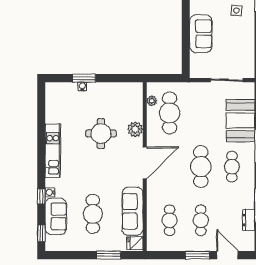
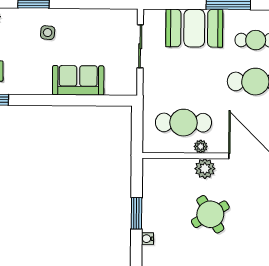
window: (84, 78) -> (136, 213), moved
plant: (152, 101) -> (201, 146), moved
round table: (101, 134) -> (210, 214), turned -31

